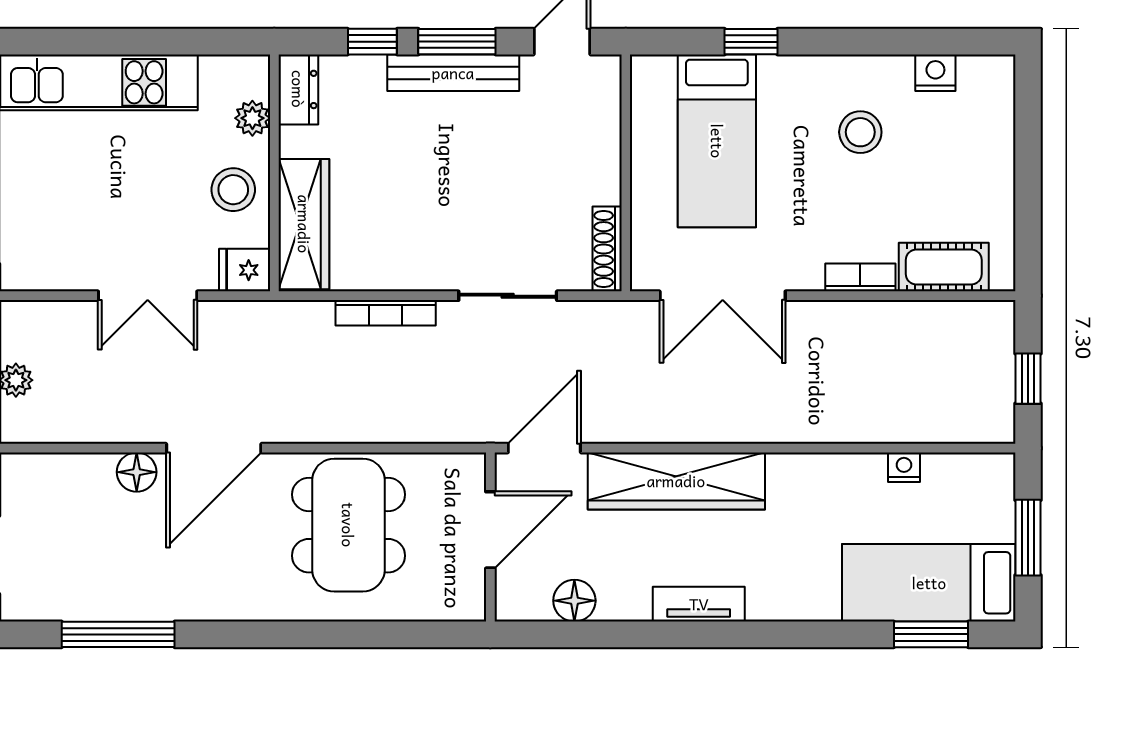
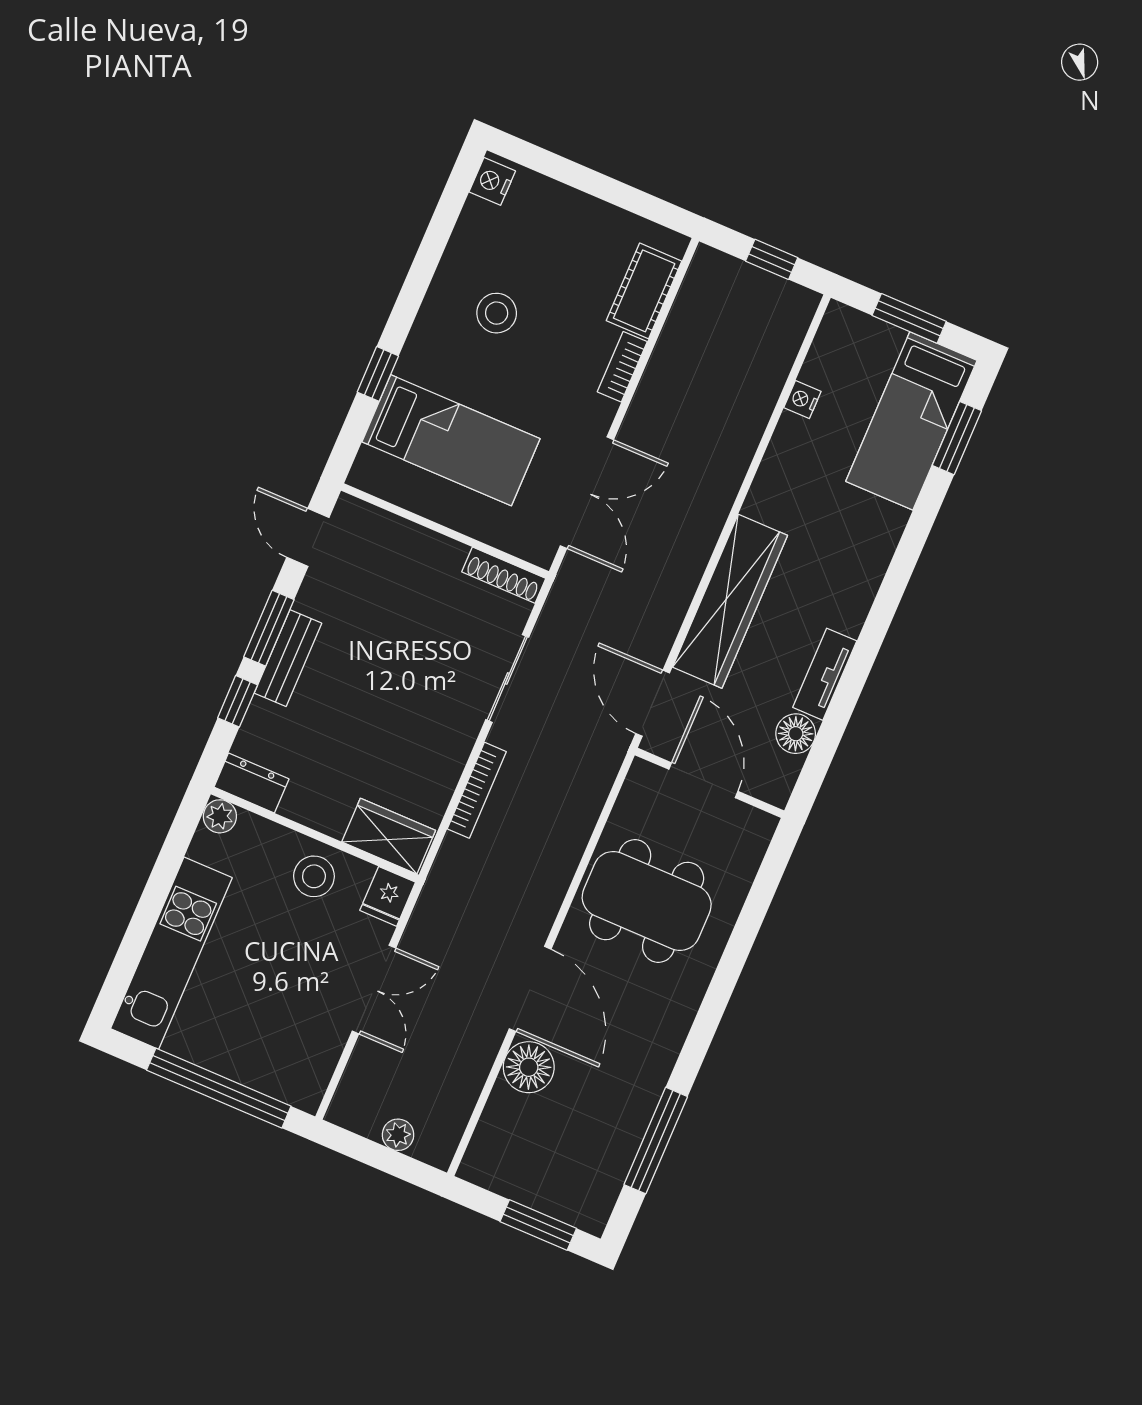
bench: (453, 73) -> (288, 658), width x0.73
nightstand: (935, 73) -> (492, 181), moved
plant: (252, 118) -> (220, 816), moved
wardrobe: (304, 224) -> (389, 836), width x0.67
floor lamp: (137, 472) -> (529, 1067), width x1.38, depth x1.38
tv unit: (699, 604) -> (825, 674), moved

